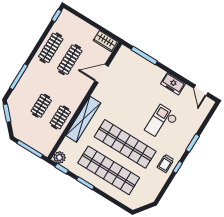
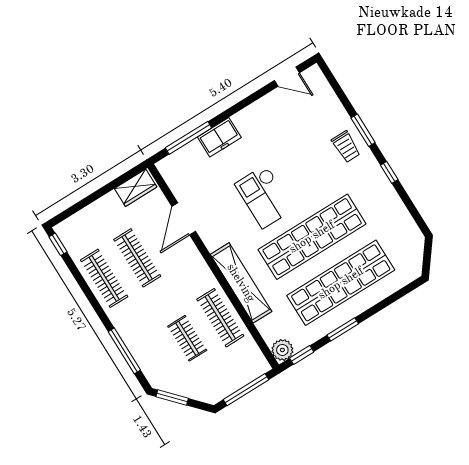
freezer: (173, 84) -> (219, 137), moved
clothes rail: (60, 117) -> (220, 318), width x1.36
checkout: (161, 123) -> (264, 197), moved
trolley: (165, 163) -> (346, 147), moved

